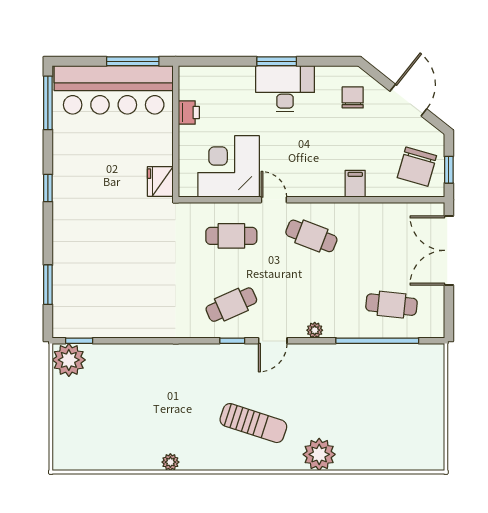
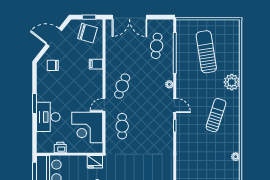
desk: (285, 89) -> (48, 117), moved
cafe table: (231, 305) -> (157, 126), removed
sun lounger: (380, 404) -> (206, 52), added

